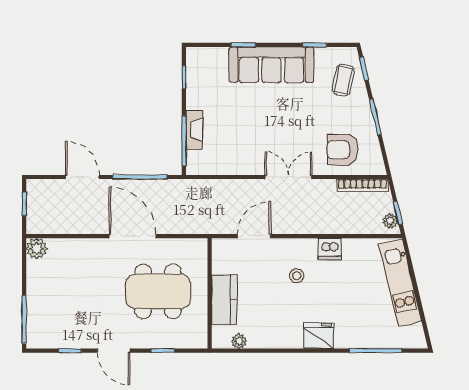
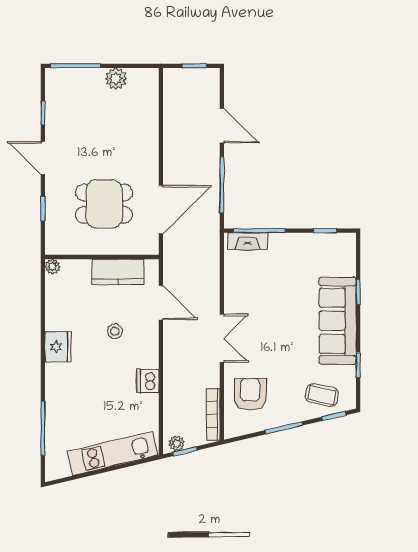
fireplace: (194, 130) -> (248, 241), moved
door: (82, 177) -> (222, 126), hinge flipped
door: (133, 236) -> (161, 210), moved
plant: (37, 249) -> (116, 79), moved
stool: (297, 276) -> (115, 331), moved
dining table: (158, 291) -> (104, 204), width x0.73
kitchen counter: (224, 300) -> (118, 272), moved
fridge: (319, 336) -> (58, 347), moved
plant: (239, 341) -> (53, 267), moved
door: (114, 351) -> (43, 158), hinge flipped

